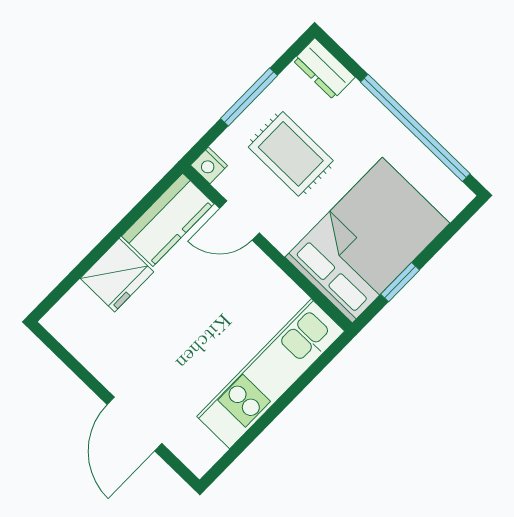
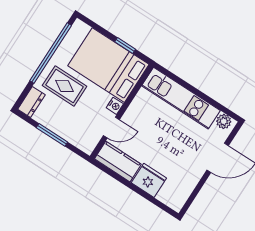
rug: (291, 154) -> (65, 86), moved, turned 90
nightstand: (209, 165) -> (115, 106), moved
door: (239, 221) -> (111, 128), hinge flipped
plant: (206, 451) -> (224, 121), added

